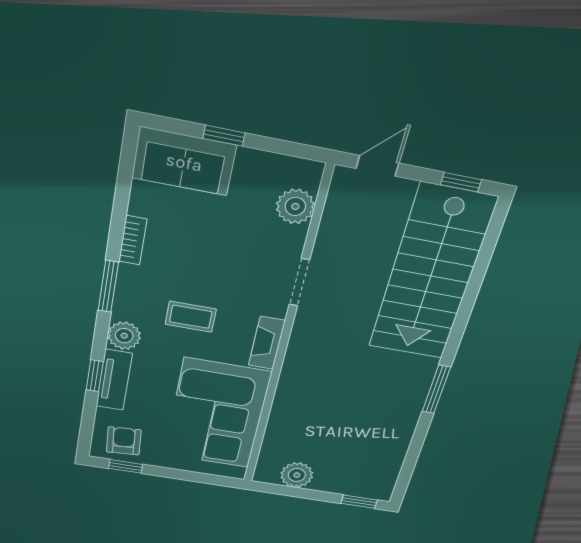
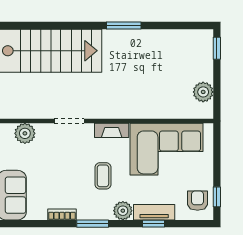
armchair: (124, 441) -> (197, 201), turned 94

